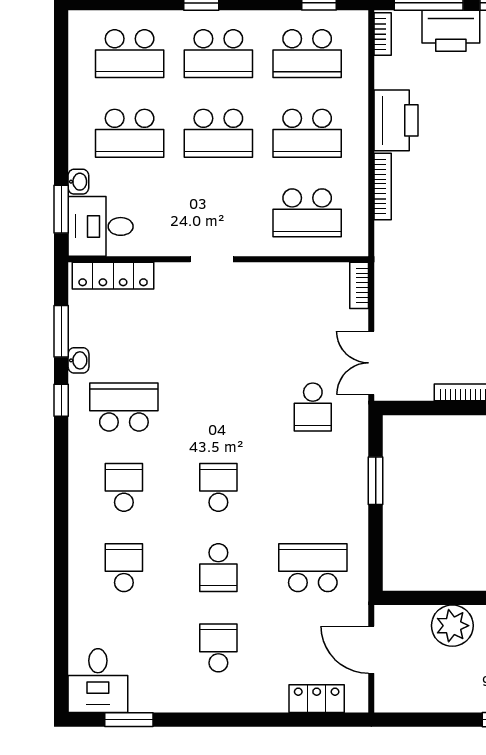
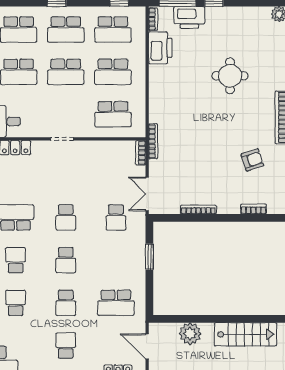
printer: (396, 120) -> (160, 48), moved
bookcase: (383, 186) -> (153, 141), moved
school desk: (218, 407) -> (66, 217), added
school desk: (218, 487) -> (66, 260), turned 180
school desk: (313, 568) -> (116, 303), turned 180

